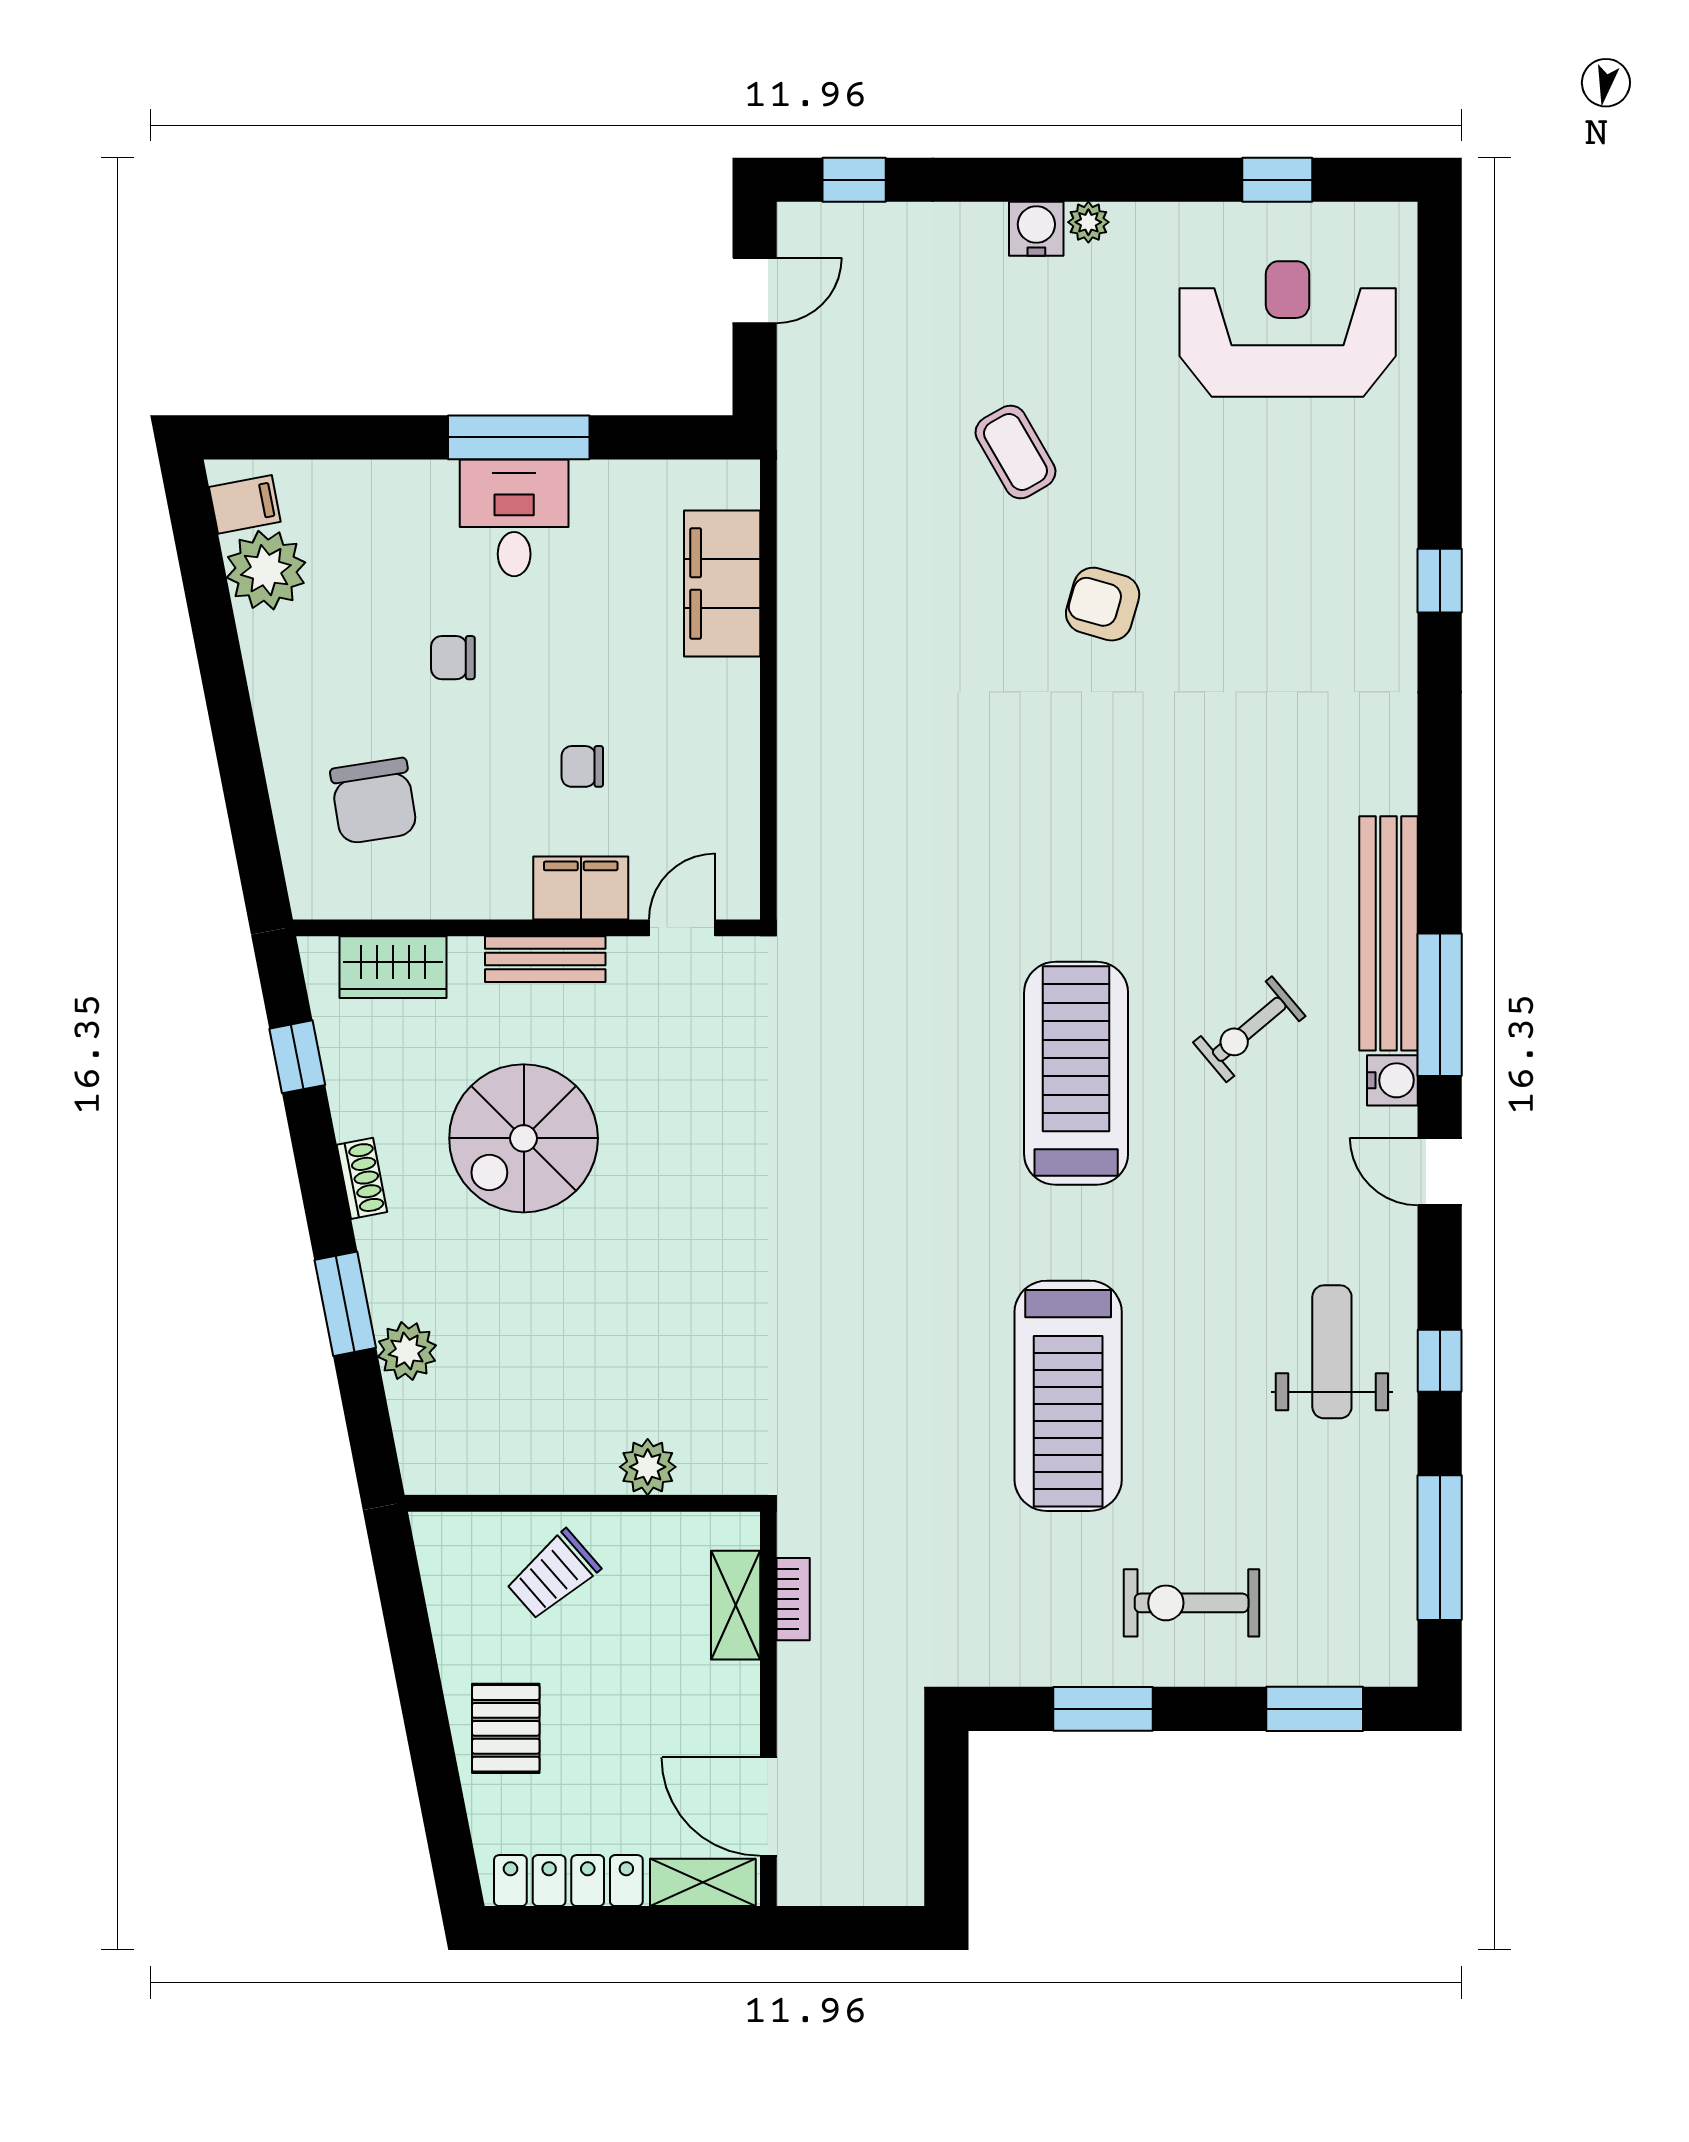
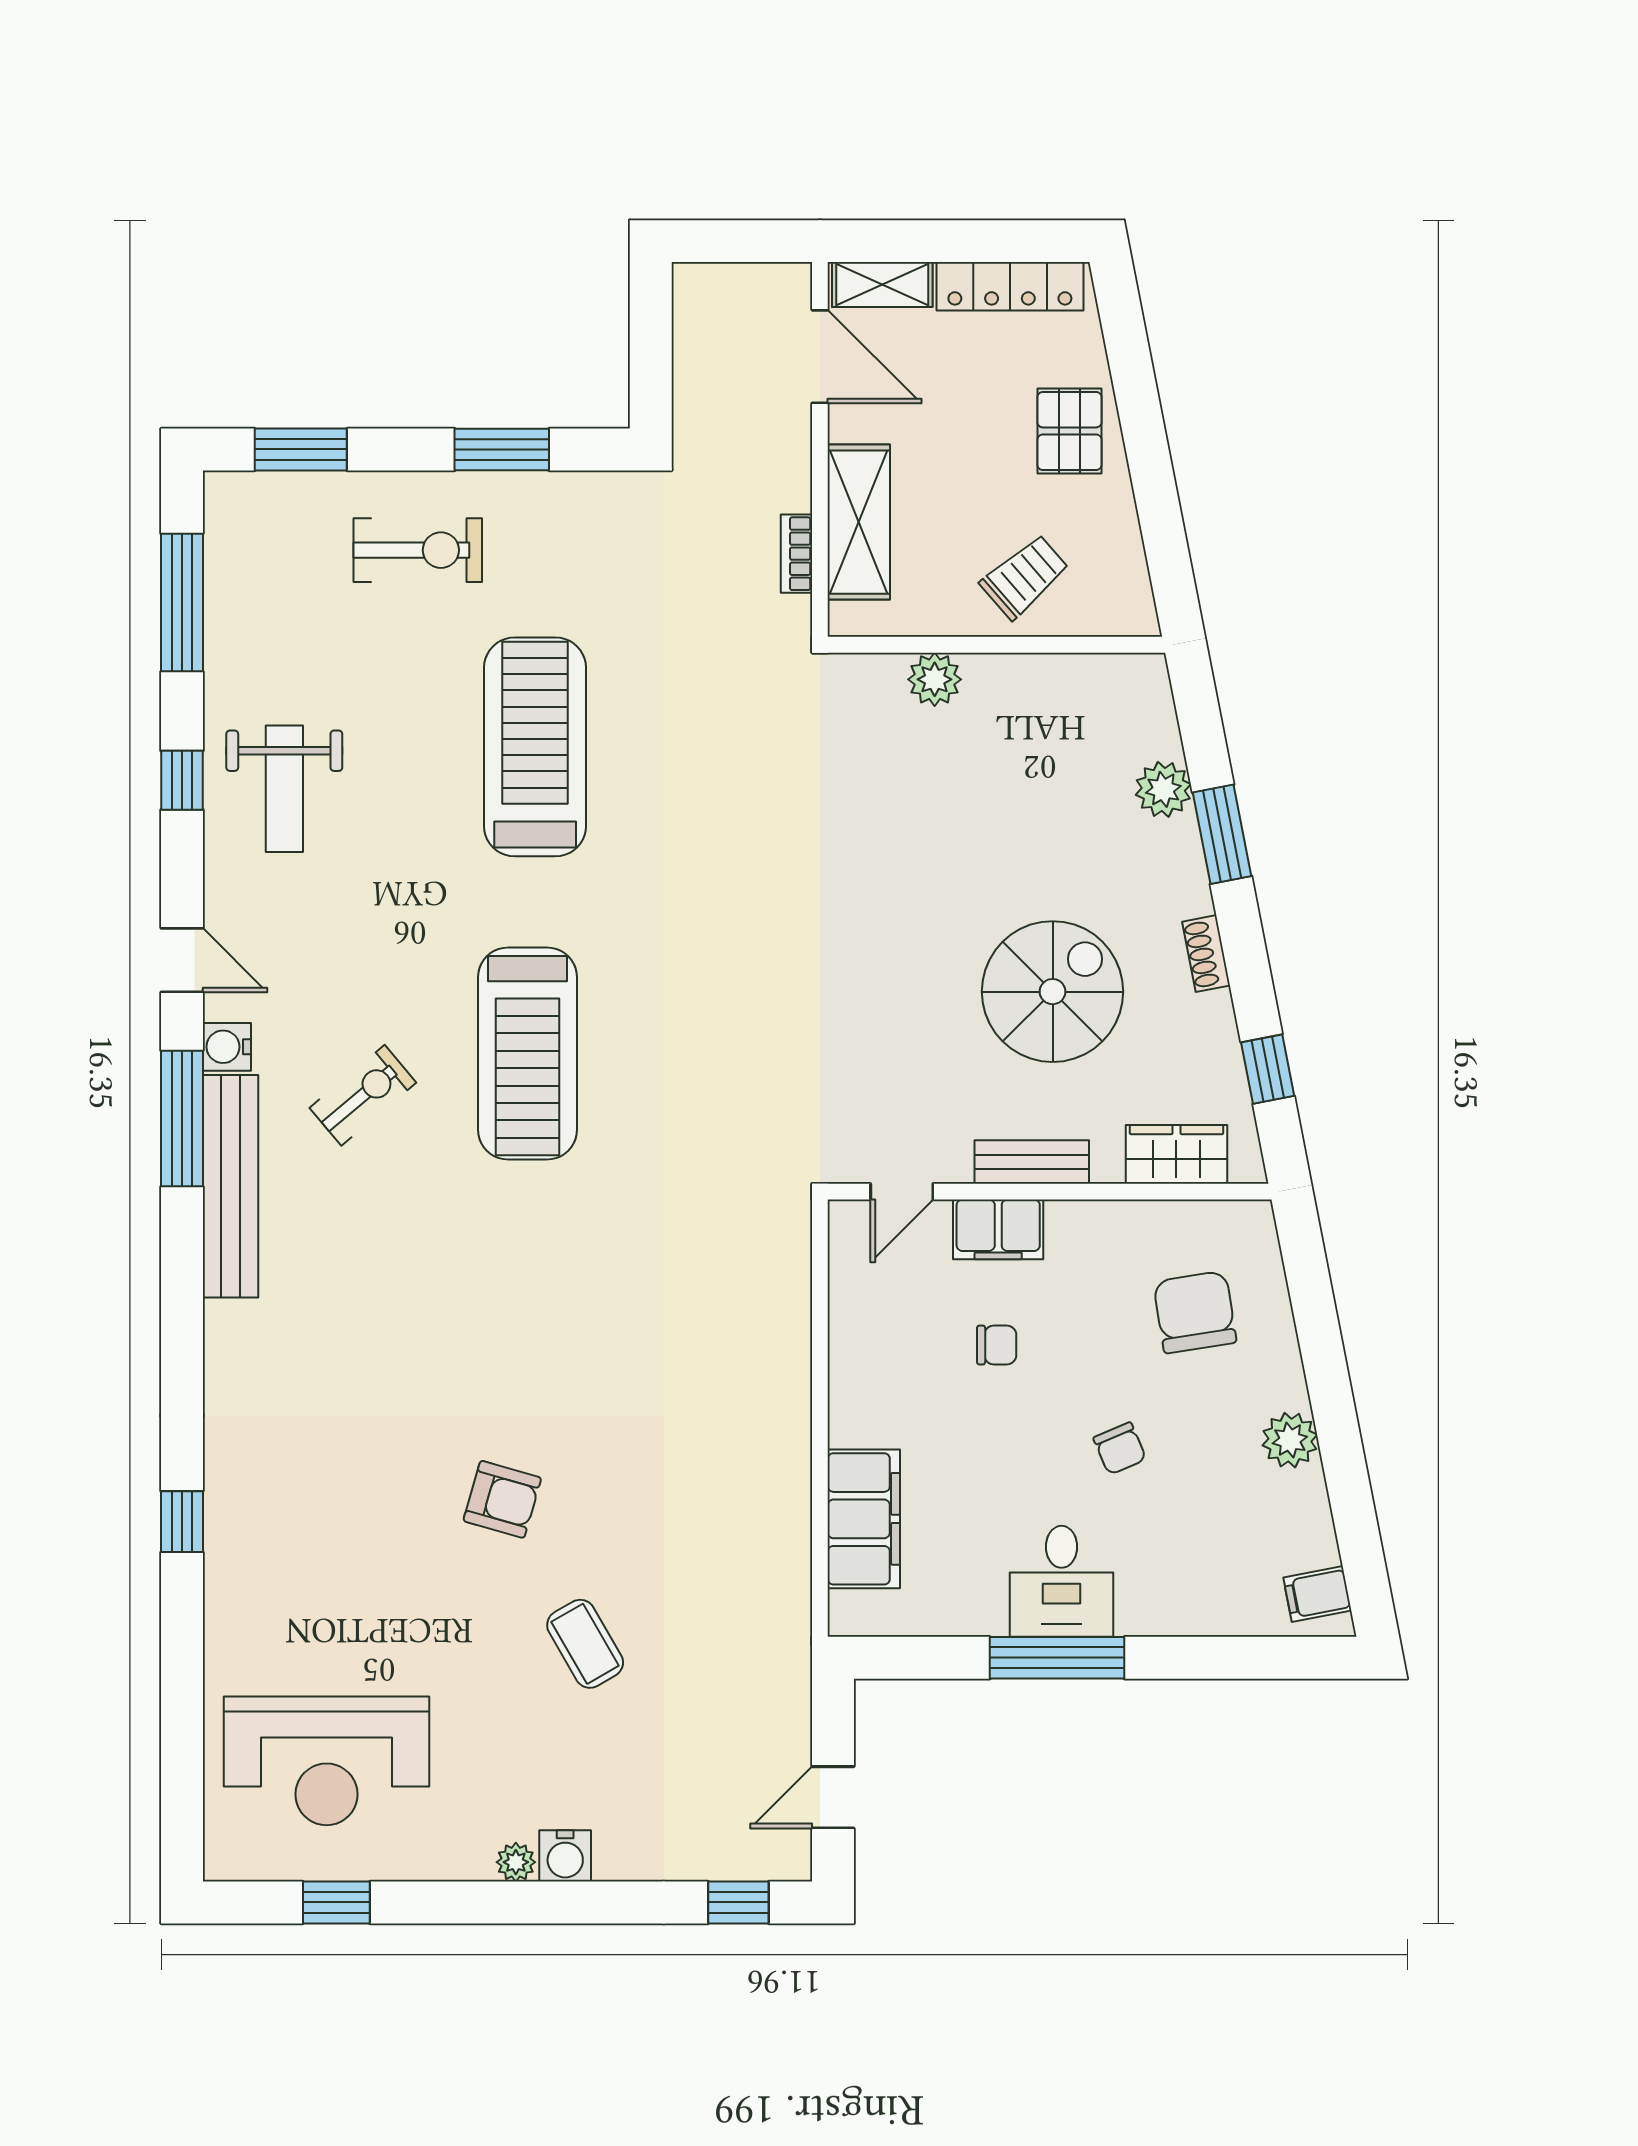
plant: (266, 570) -> (1290, 1440), moved, width x0.73, depth x0.73
chair: (453, 658) -> (1120, 1448), turned 67
shelving: (736, 1605) -> (859, 522), width x1.50, depth x1.33

